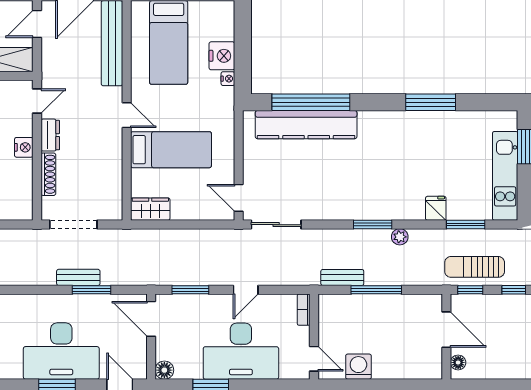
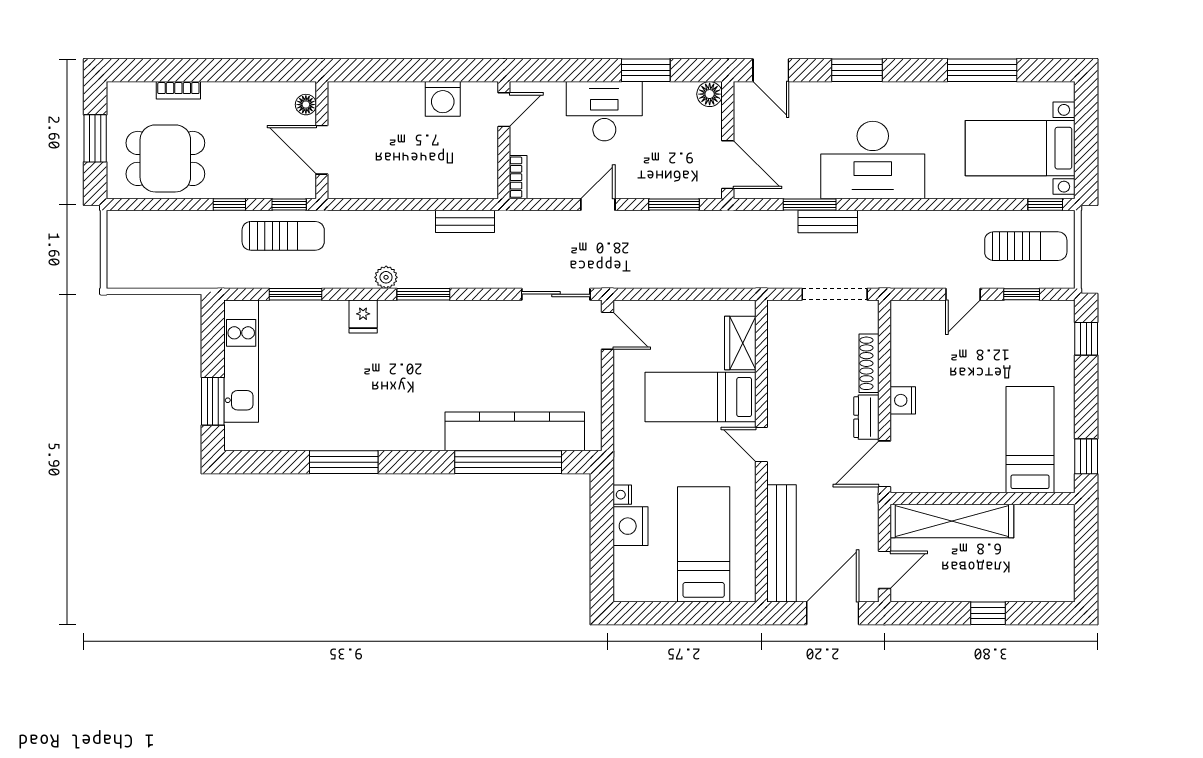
door: (37, 101) -> (885, 464), width x1.38
fridge: (436, 208) -> (363, 316), moved
wardrobe: (150, 209) -> (740, 343), moved, turned 90
window: (376, 290) -> (418, 205), removed
desk: (61, 351) -> (873, 160), moved, turned 180
desk: (241, 351) -> (604, 111), width x0.73, depth x0.77
door: (314, 359) -> (504, 110), swing flipped

